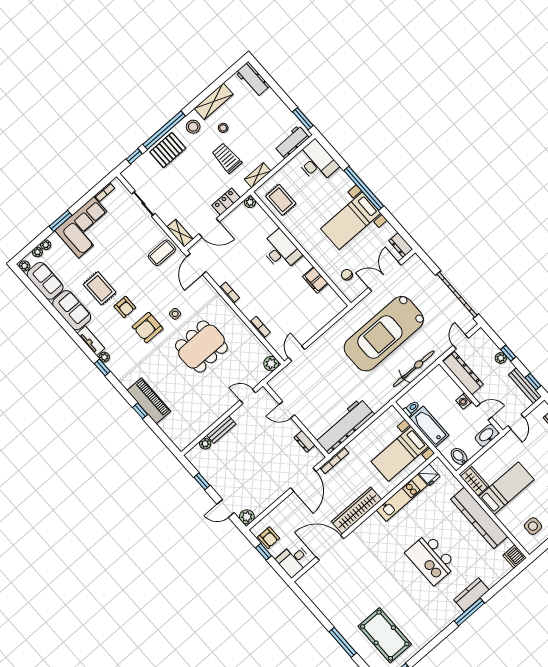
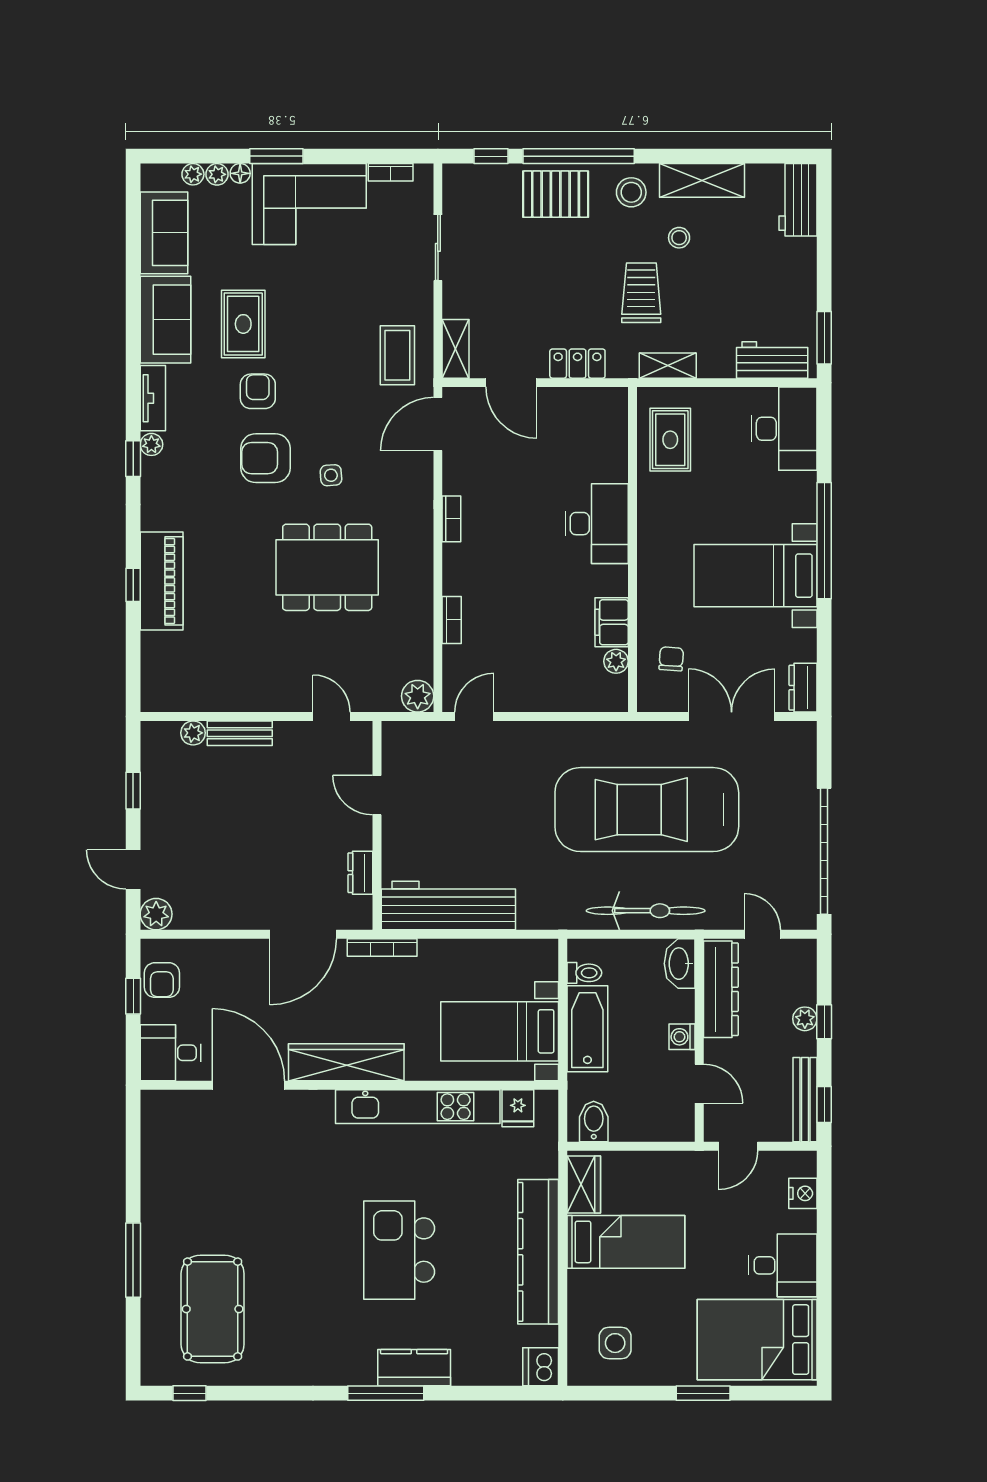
plant: (250, 202) -> (616, 661), moved
floor lamp: (53, 238) -> (240, 173), added
coffee table: (162, 253) -> (397, 355), turned 90
plant: (24, 266) -> (152, 178), removed
armchair: (125, 307) -> (258, 391), turned 180
door: (461, 342) -> (762, 934), hinge flipped
washbasin: (487, 435) -> (680, 964), moved, turned -90
kitchen unit: (402, 498) -> (418, 1107), width x1.36

